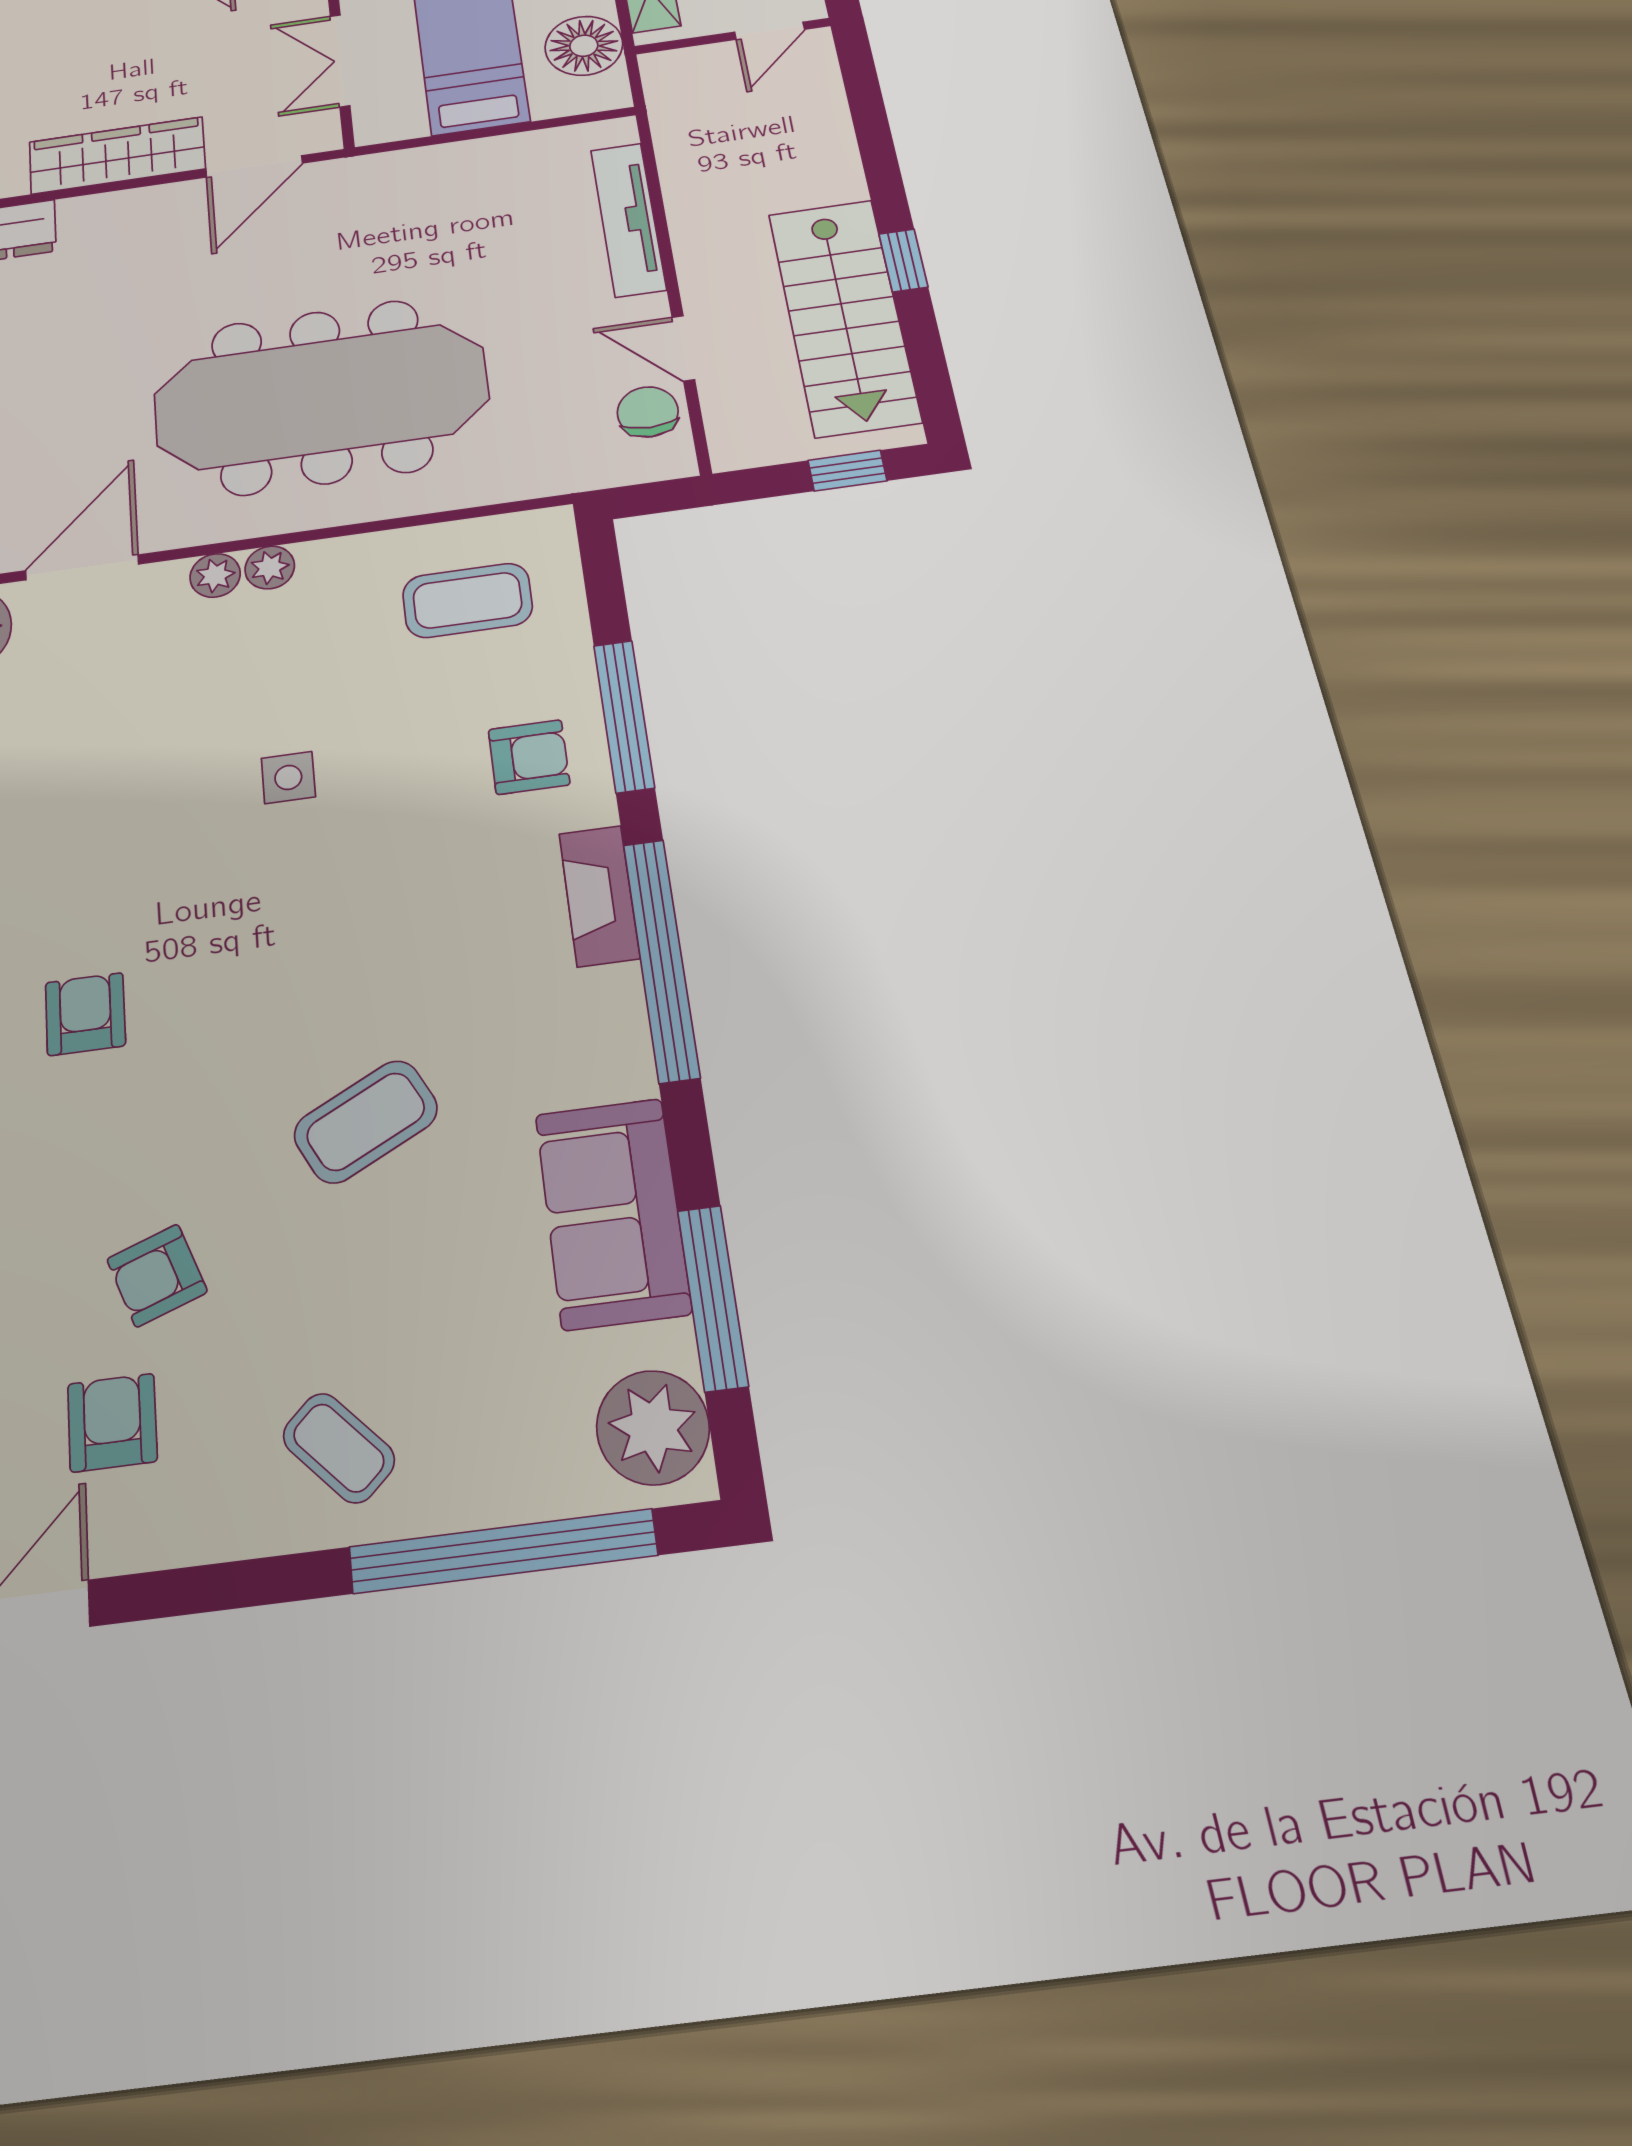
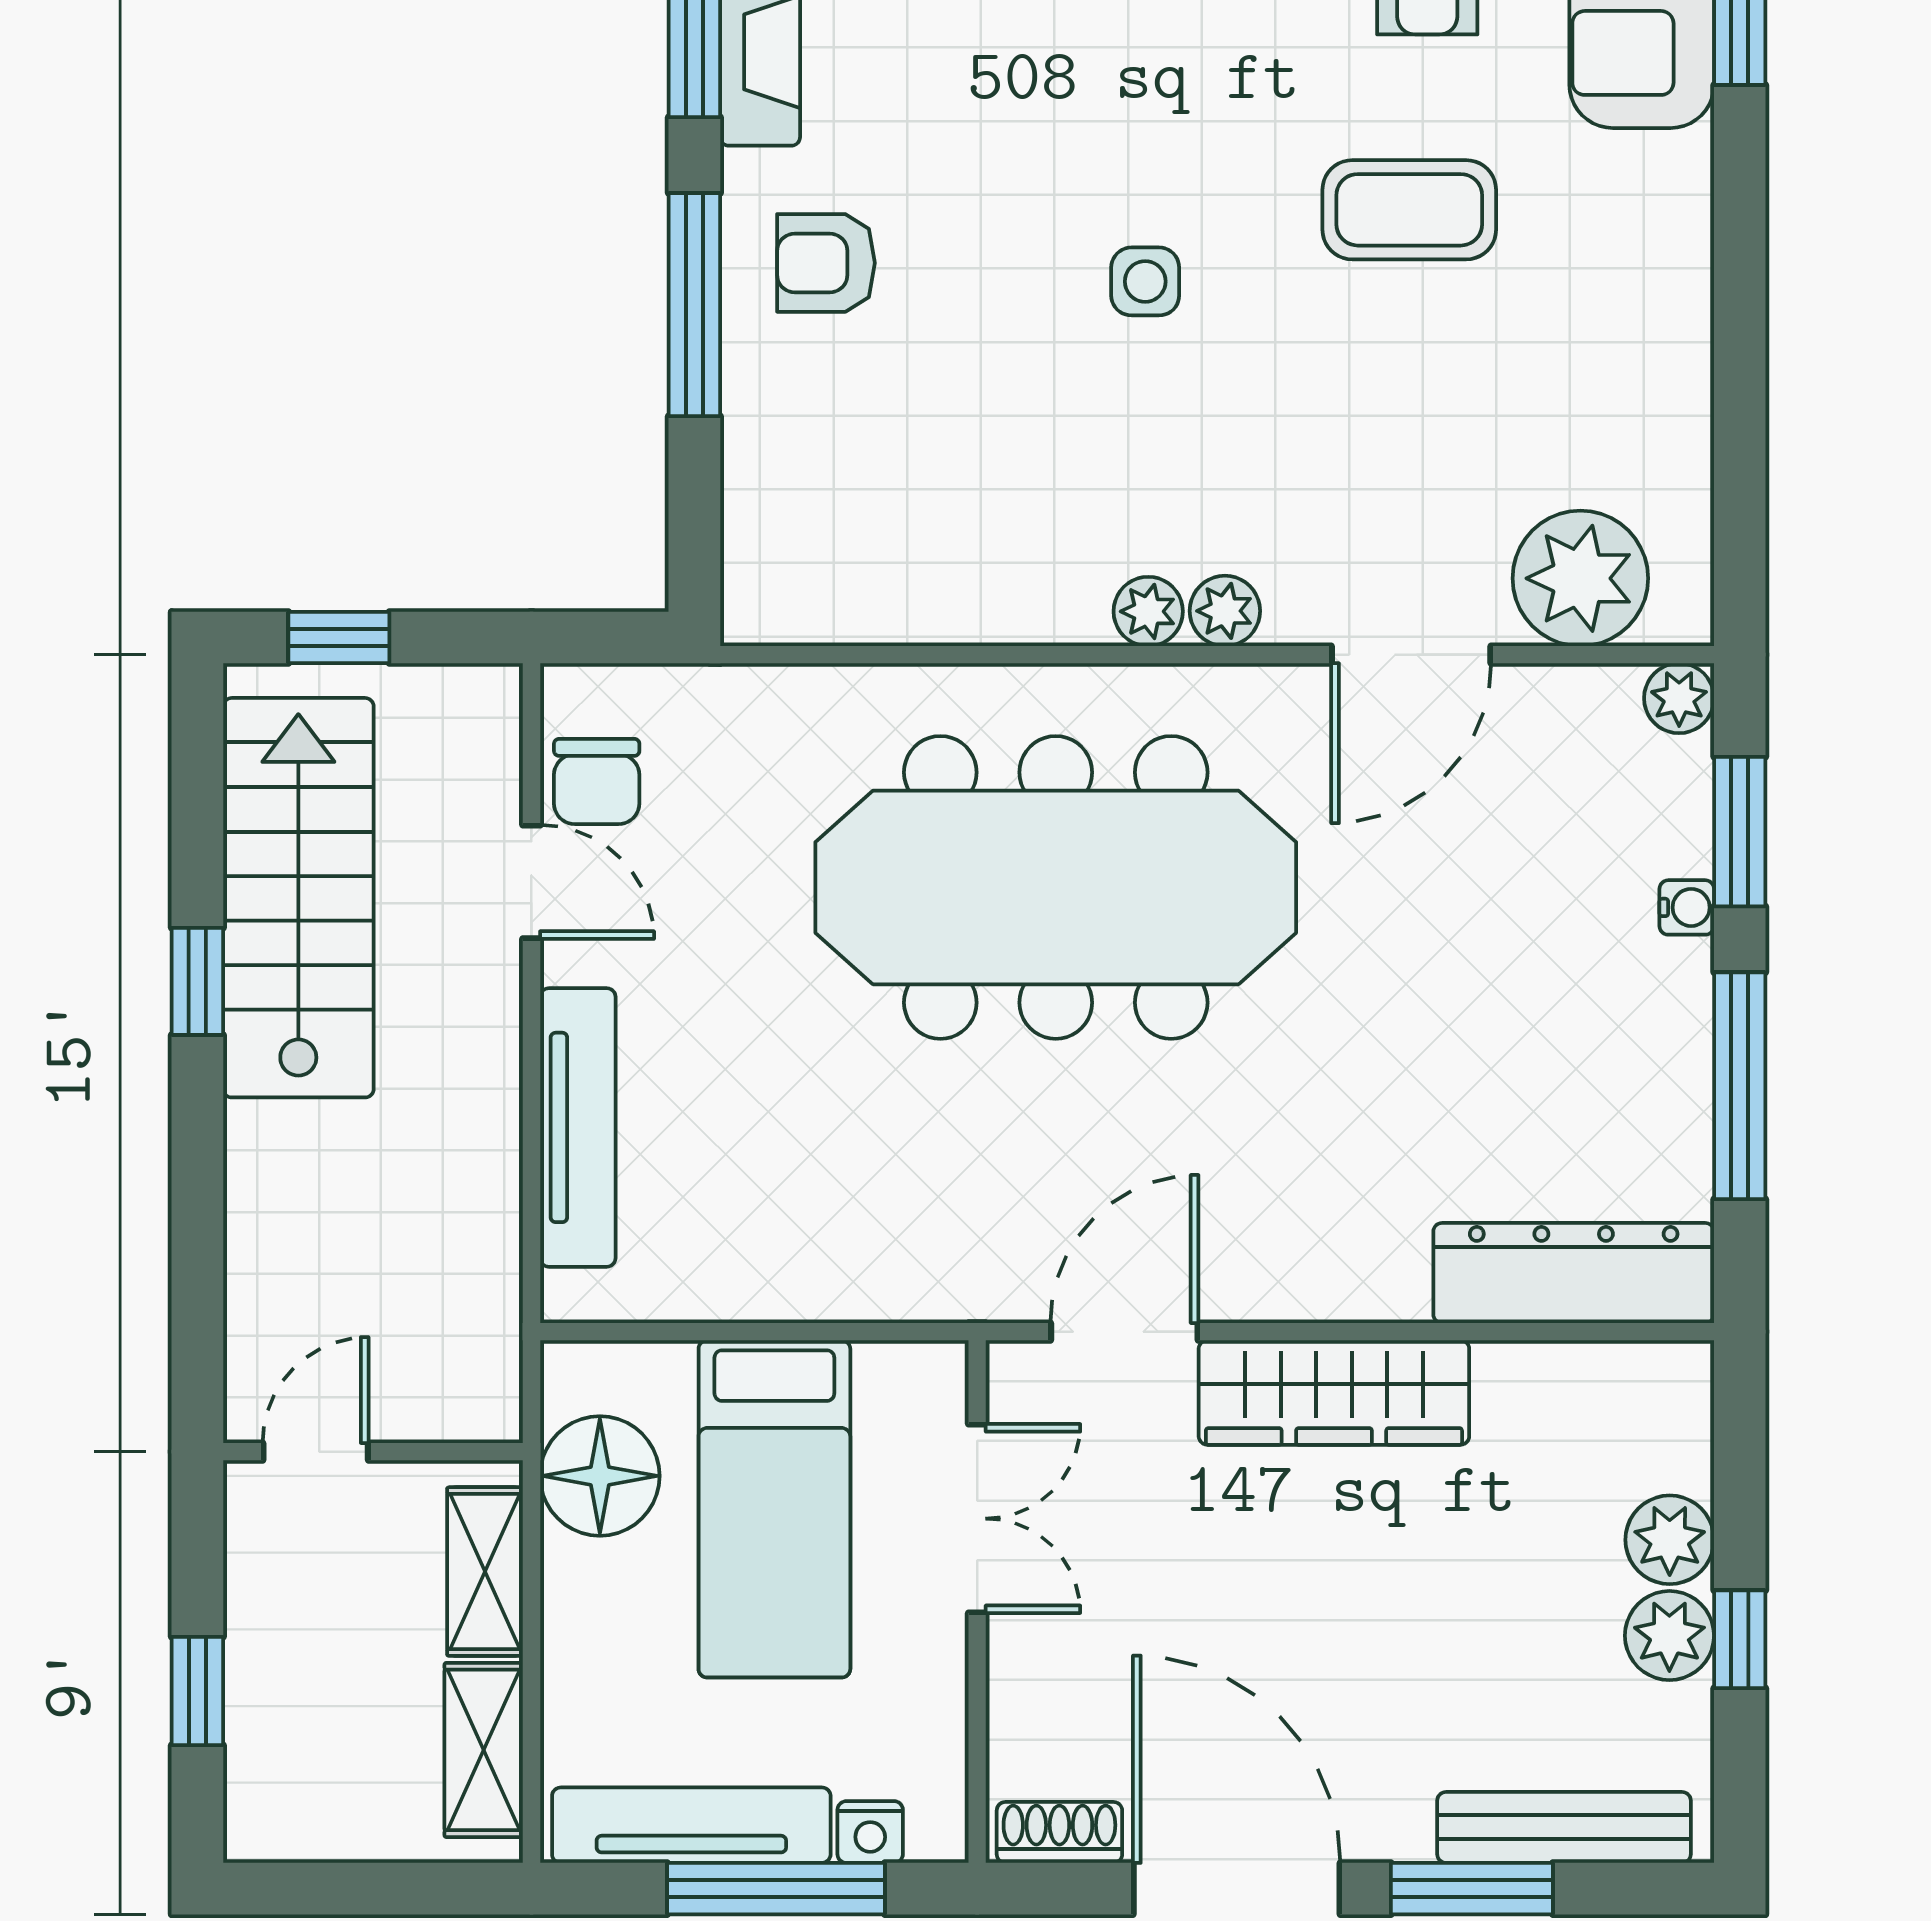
coffee table: (467, 600) -> (1409, 210), moved

